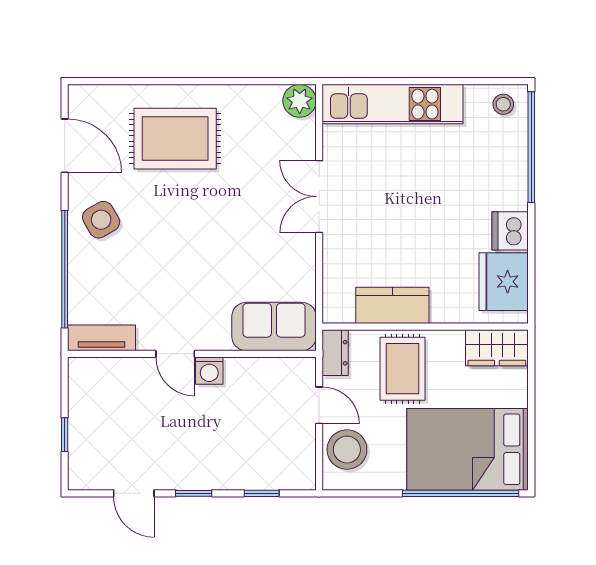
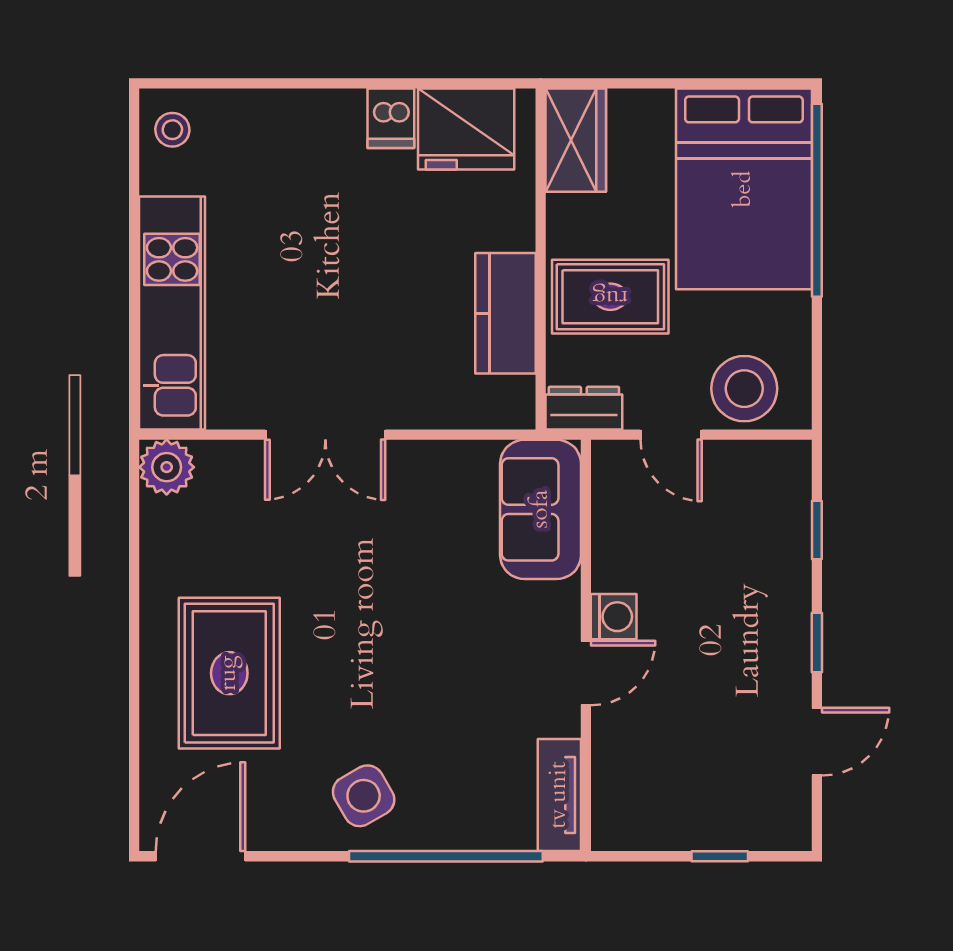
door: (65, 146) -> (200, 856), moved
window: (531, 147) -> (244, 83), removed
dishwasher: (510, 231) -> (391, 118), width x0.73
door: (319, 405) -> (671, 435), swing flipped

